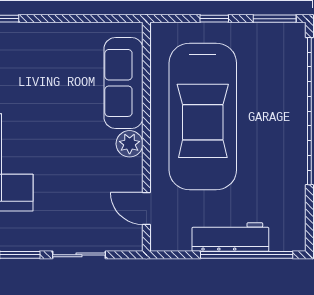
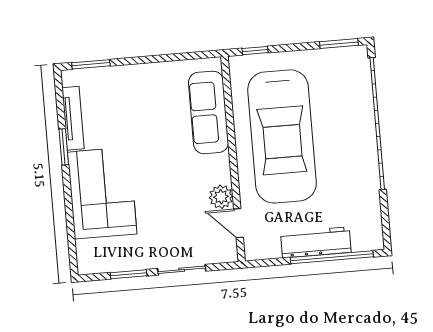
window: (214, 19) -> (255, 51), moved
plant: (130, 144) -> (221, 197), moved

